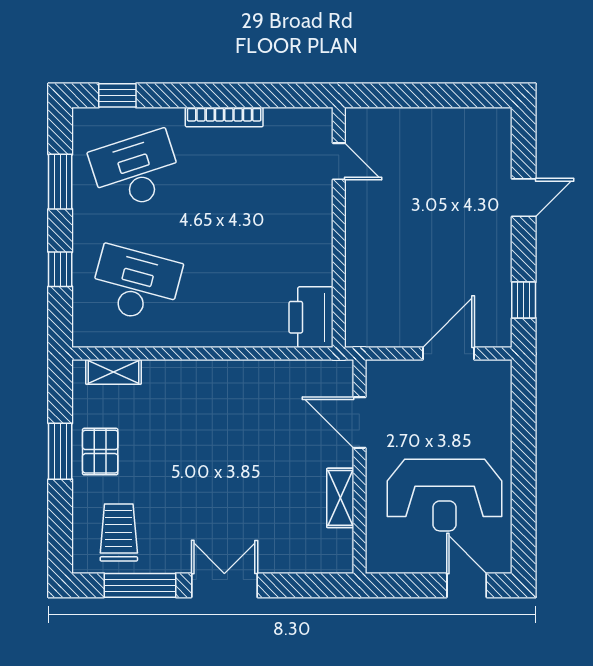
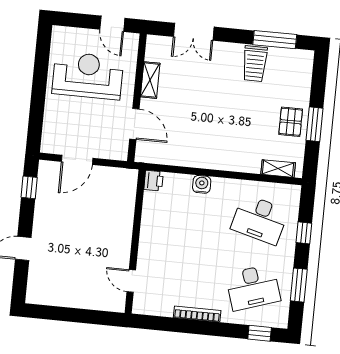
printer: (311, 317) -> (154, 181), width x0.53, depth x0.68
water cooler: (238, 333) -> (202, 184), added
trolley: (119, 533) -> (255, 64), moved
double door: (224, 585) -> (194, 32), moved
door: (467, 585) -> (112, 24), moved

